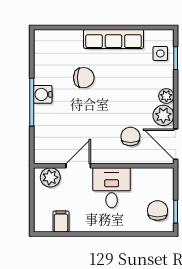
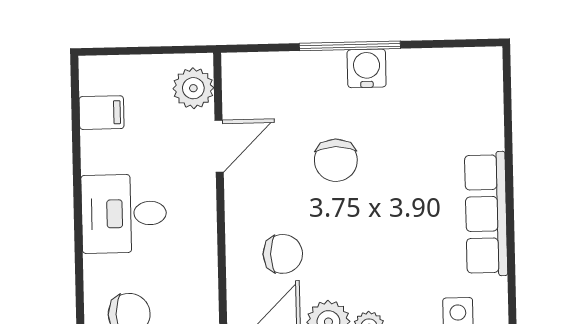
chair: (84, 78) -> (336, 160), moved
door: (78, 166) -> (219, 146), hinge flipped
desk: (112, 188) -> (124, 214), moved, turned 180

